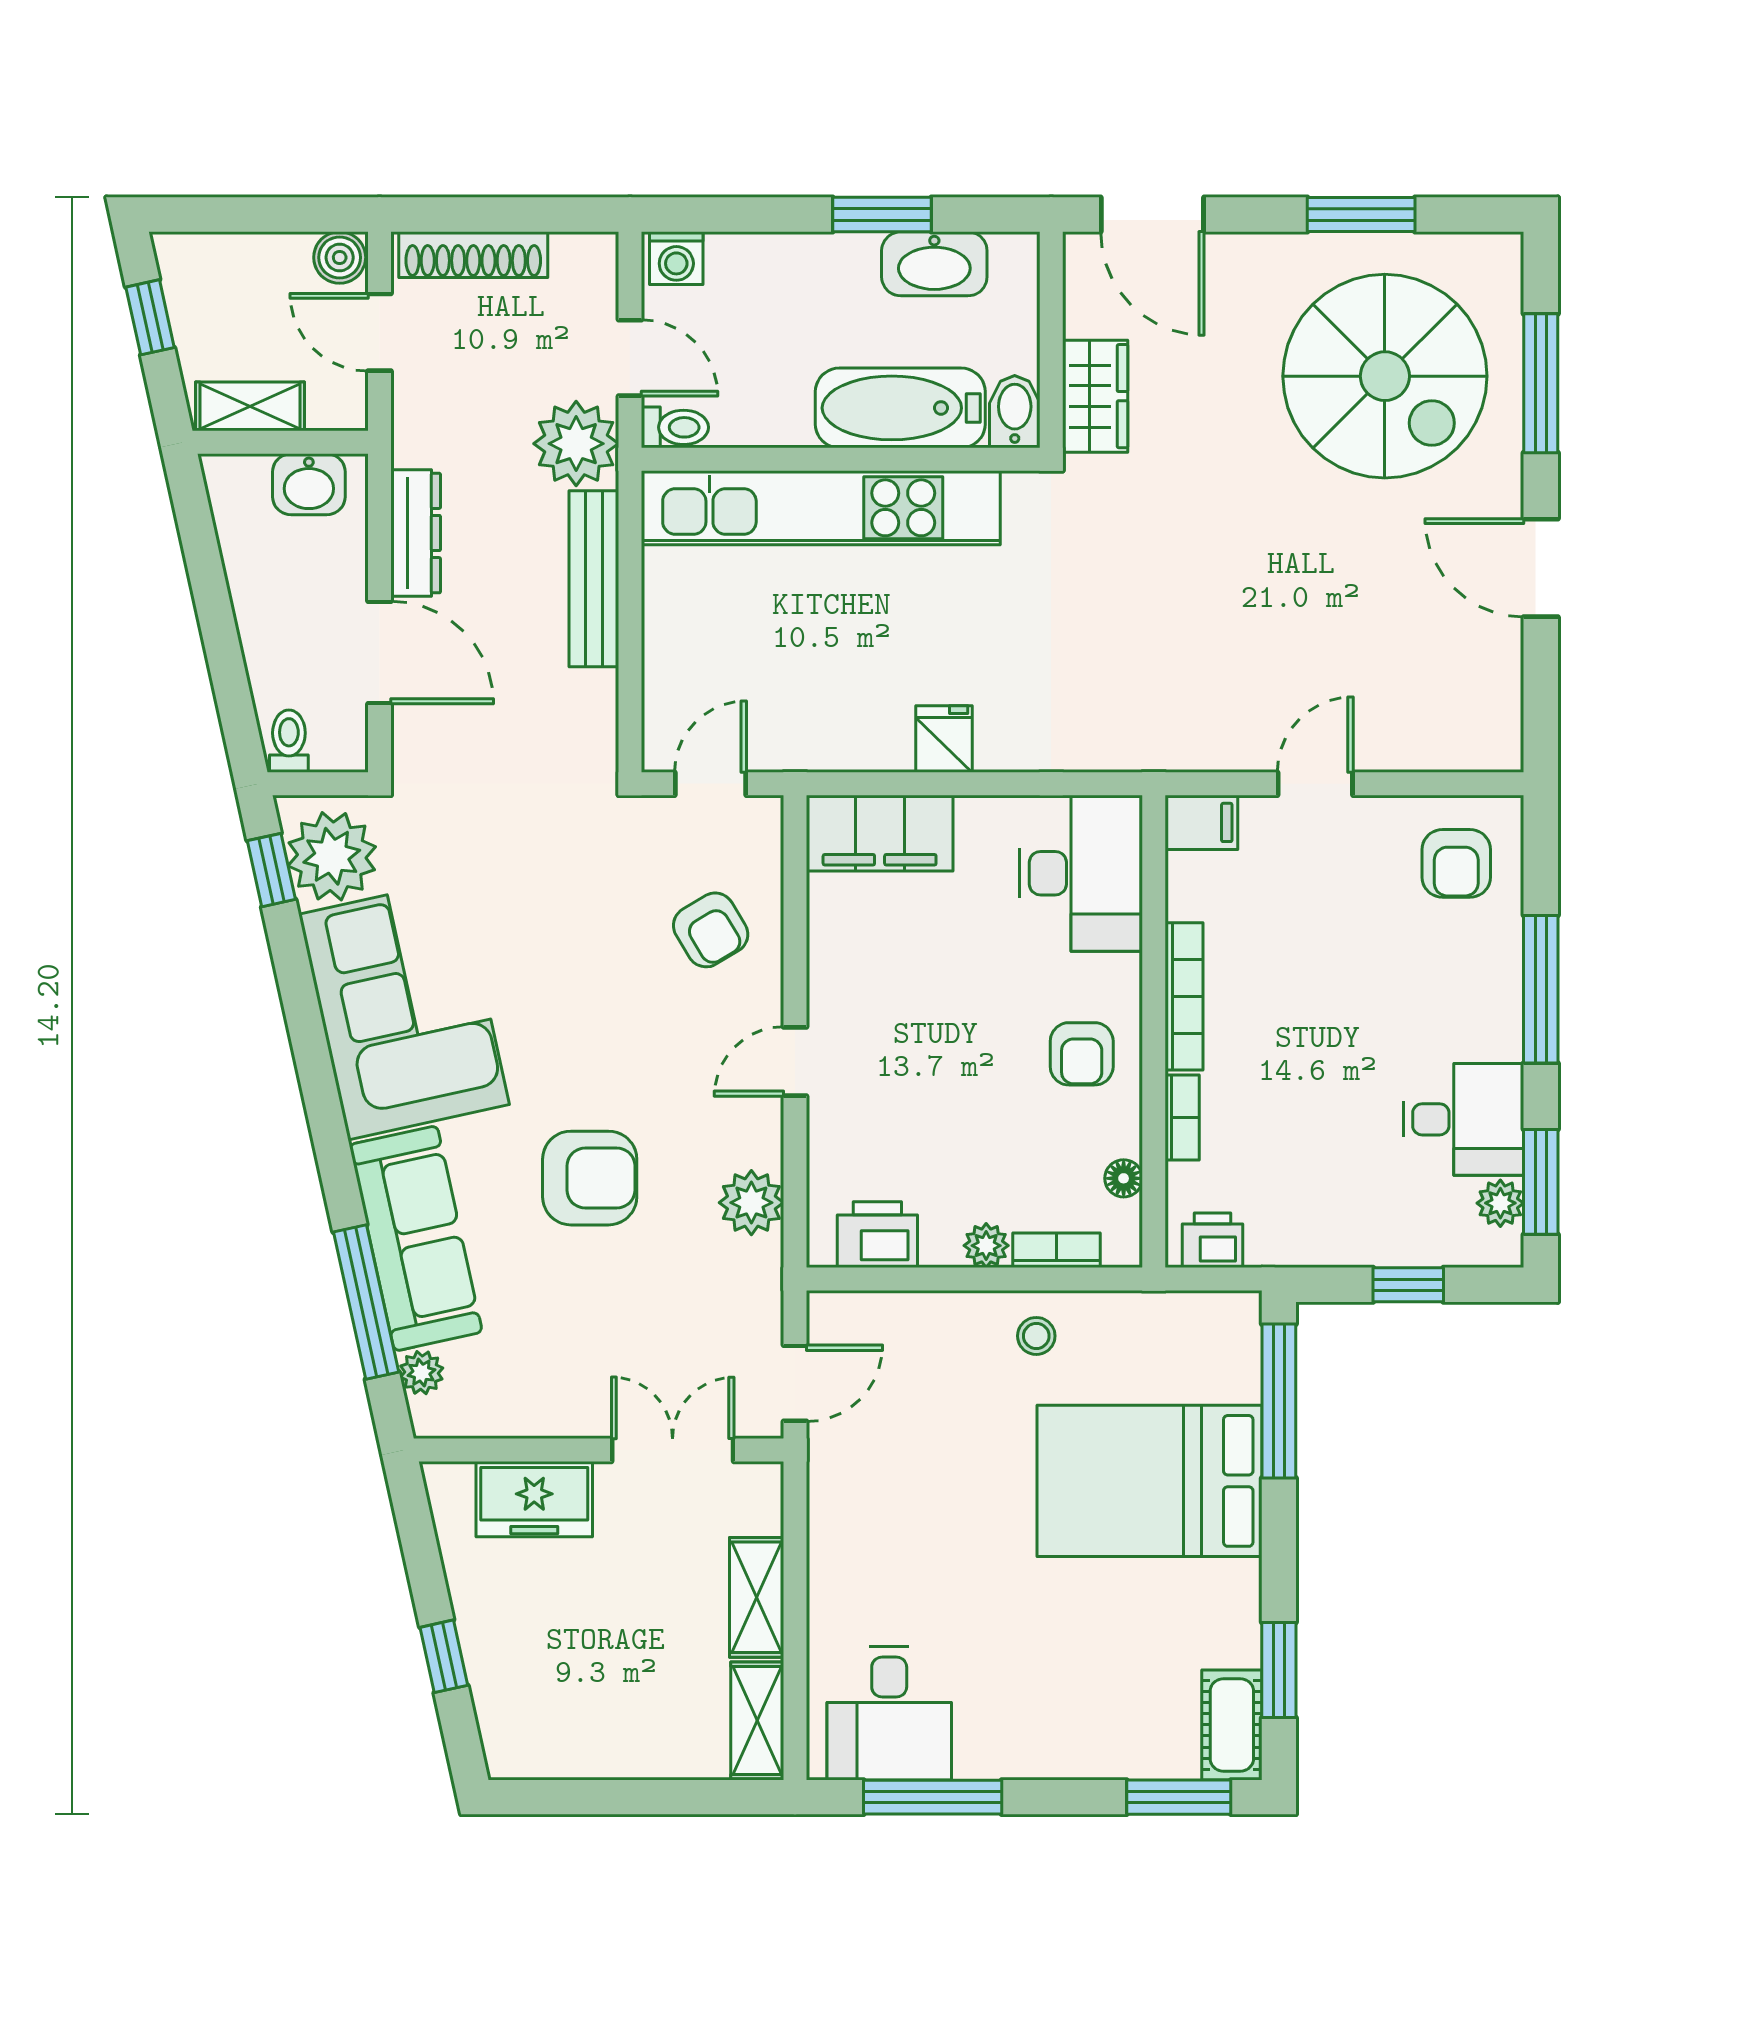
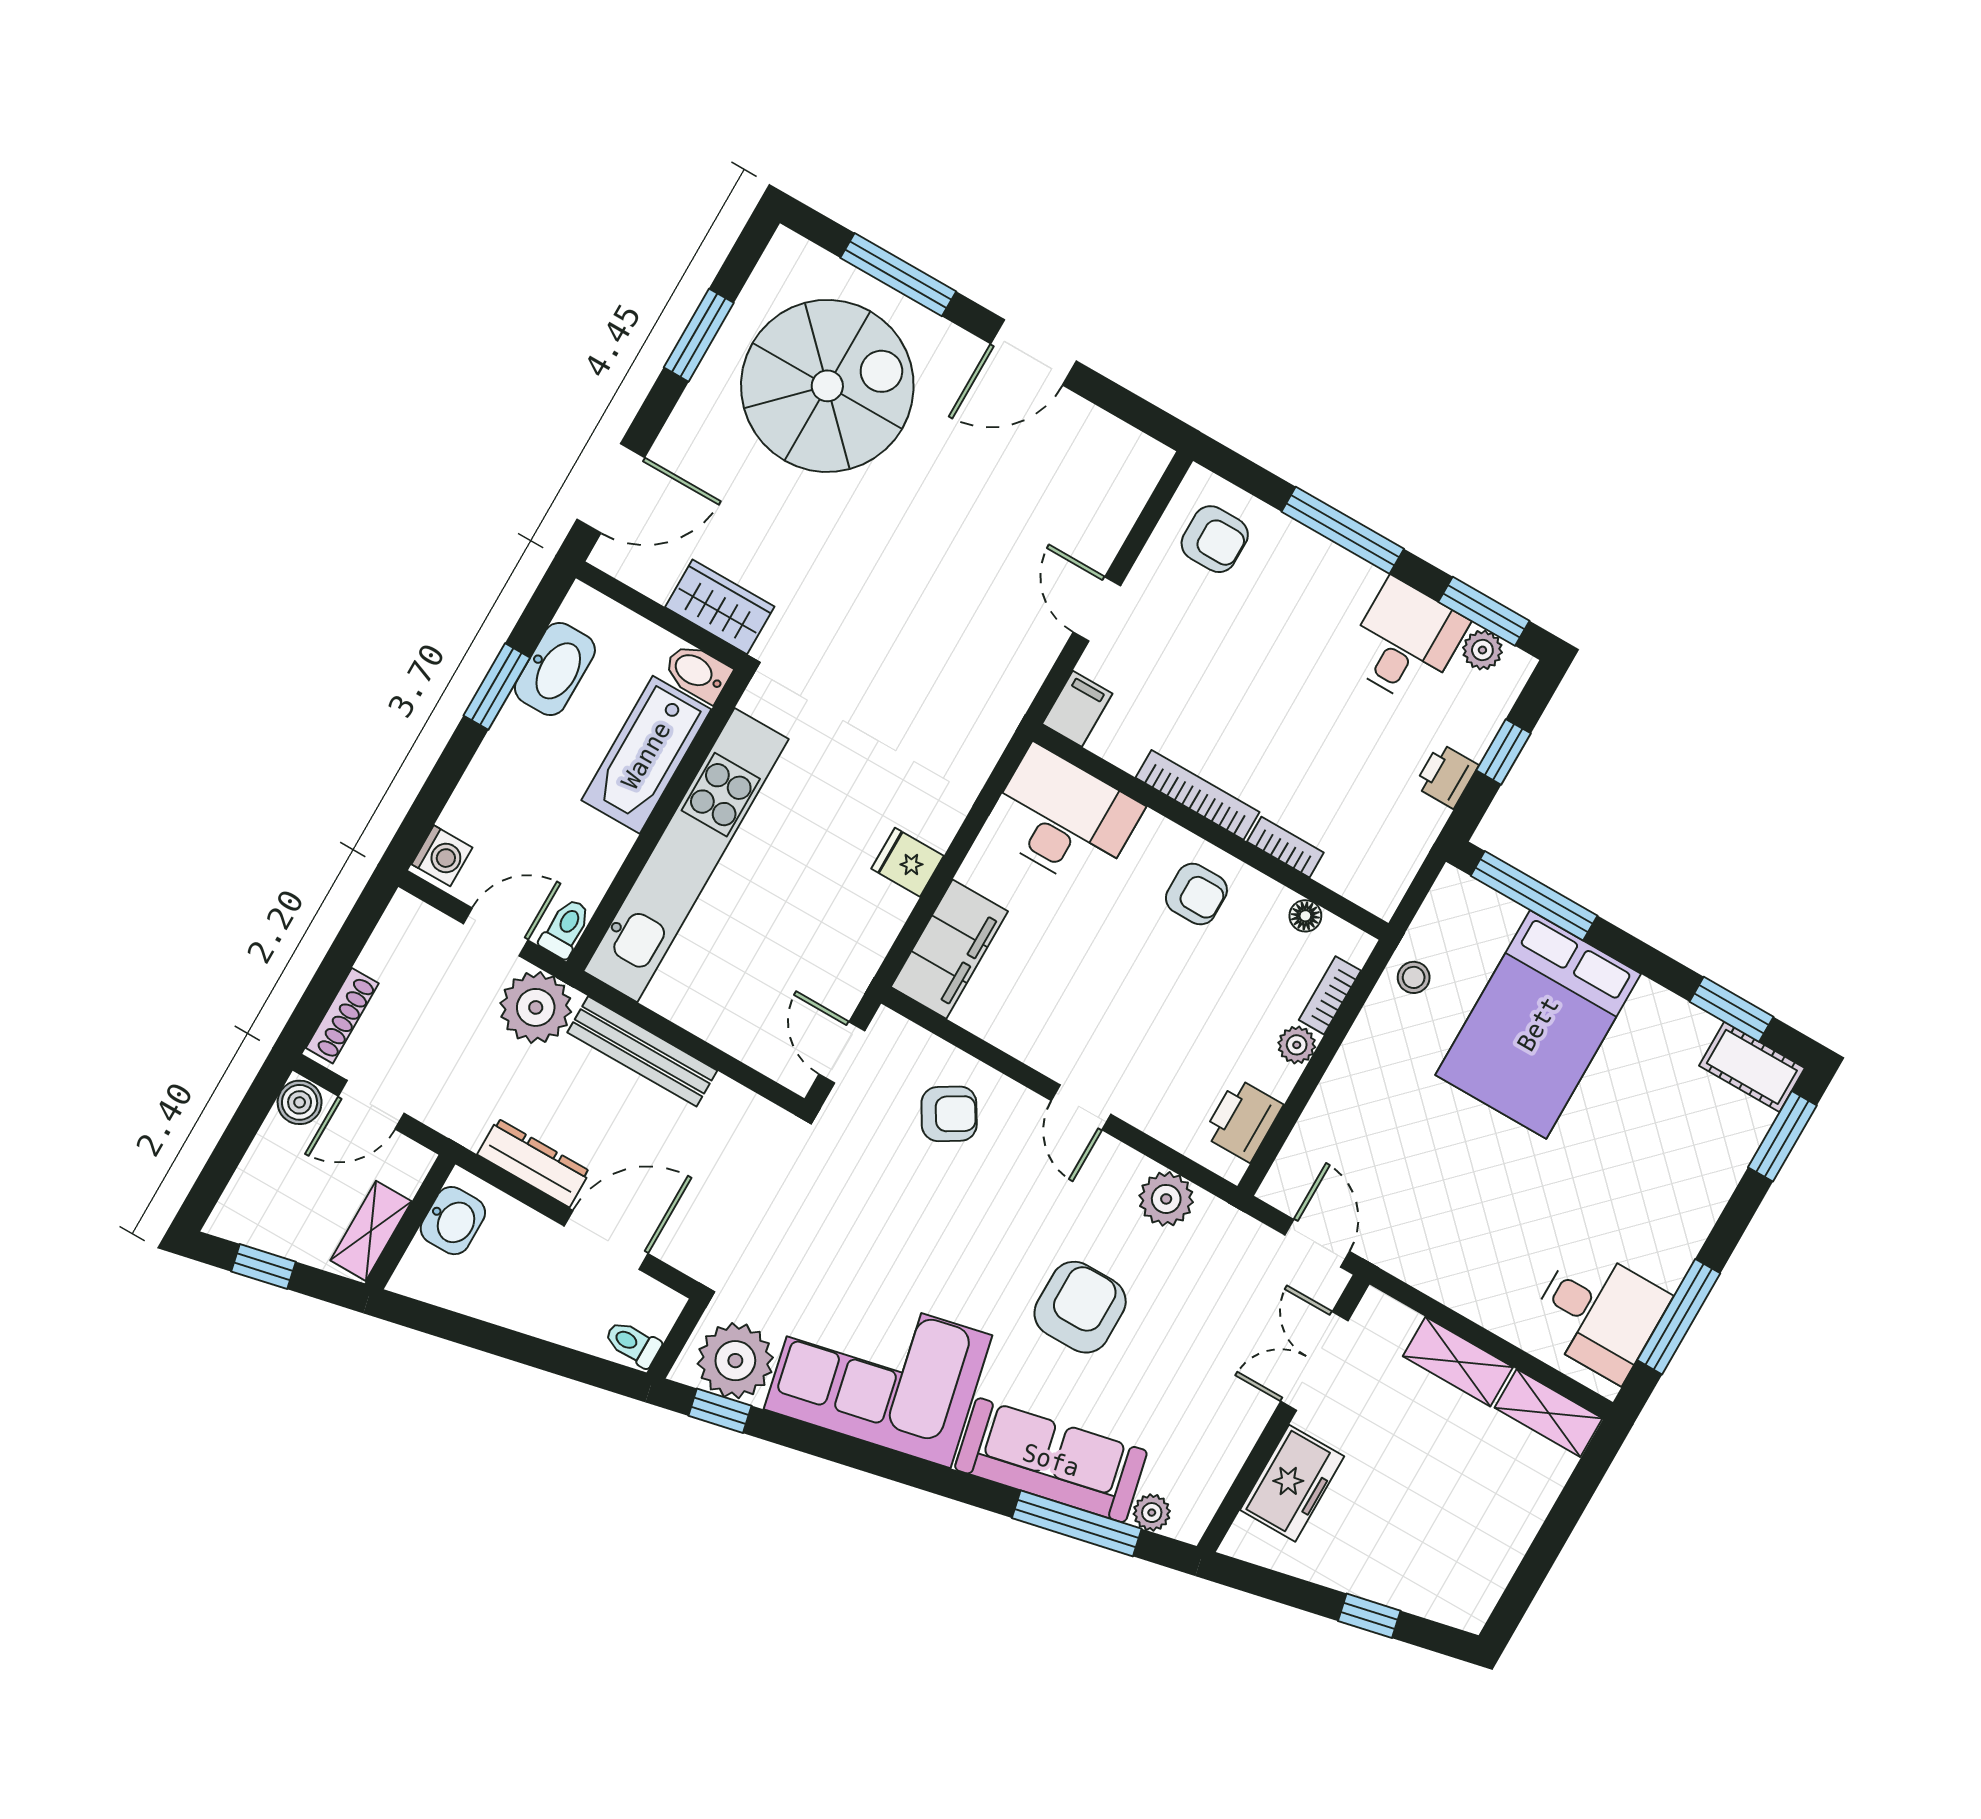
shoe rack: (473, 255) -> (342, 1016), width x0.74, depth x0.81
printer: (1212, 1240) -> (1446, 776), moved
stool: (1036, 1336) -> (1414, 977), moved

